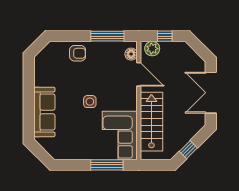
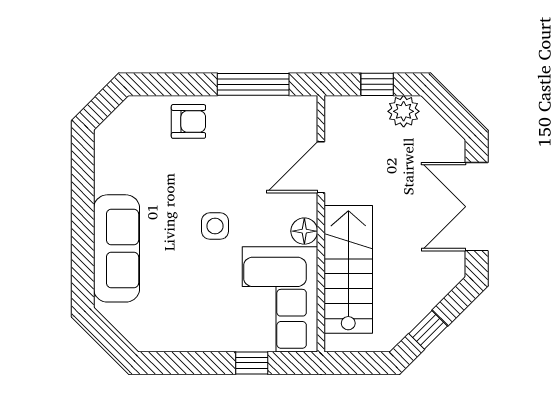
plant: (152, 49) -> (404, 111), moved
floor lamp: (131, 54) -> (304, 231), moved
door: (139, 74) -> (321, 167), swing flipped
window: (107, 165) -> (252, 363), width x0.46

